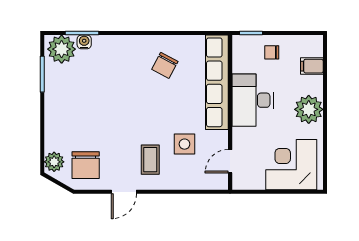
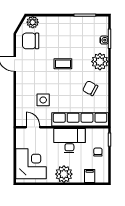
plant: (62, 49) -> (100, 62), moved
coffee table: (150, 160) -> (63, 64), moved

